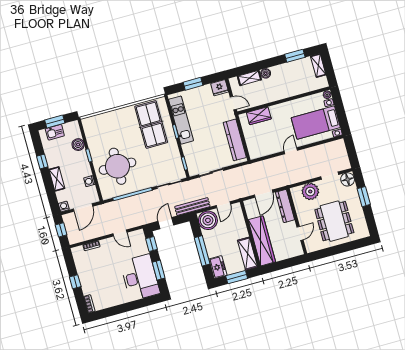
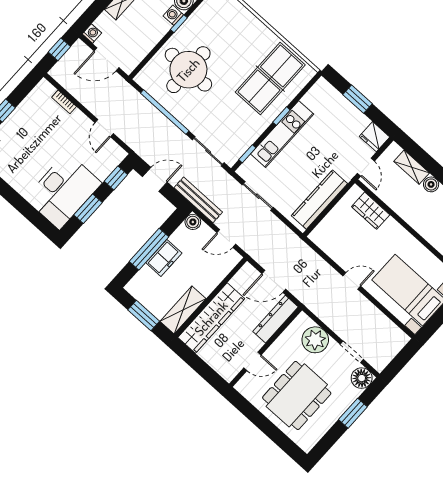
kitchen unit: (181, 120) -> (282, 134), moved
washing machine: (89, 181) -> (173, 15), moved
boiler: (208, 220) -> (193, 222), width x0.54, depth x0.54
freezer: (218, 267) -> (164, 258), moved

